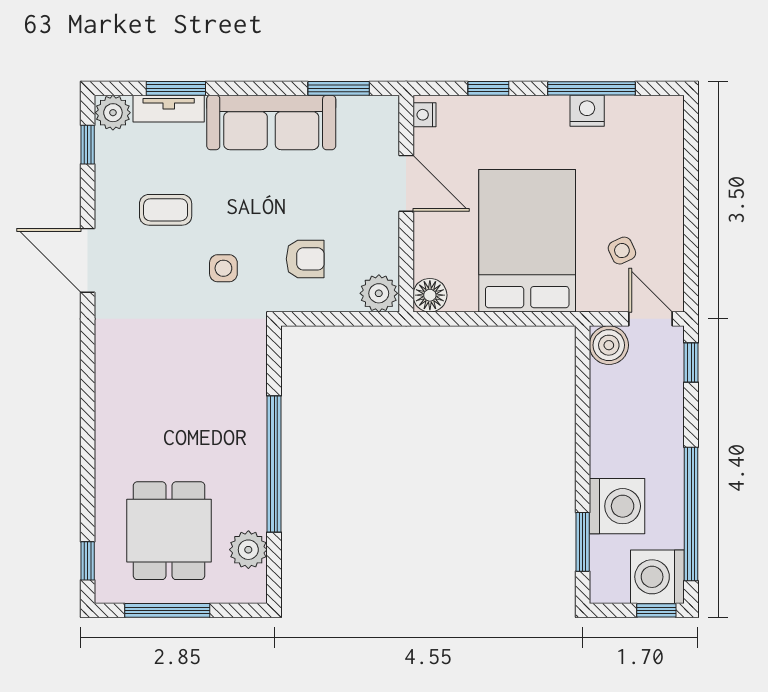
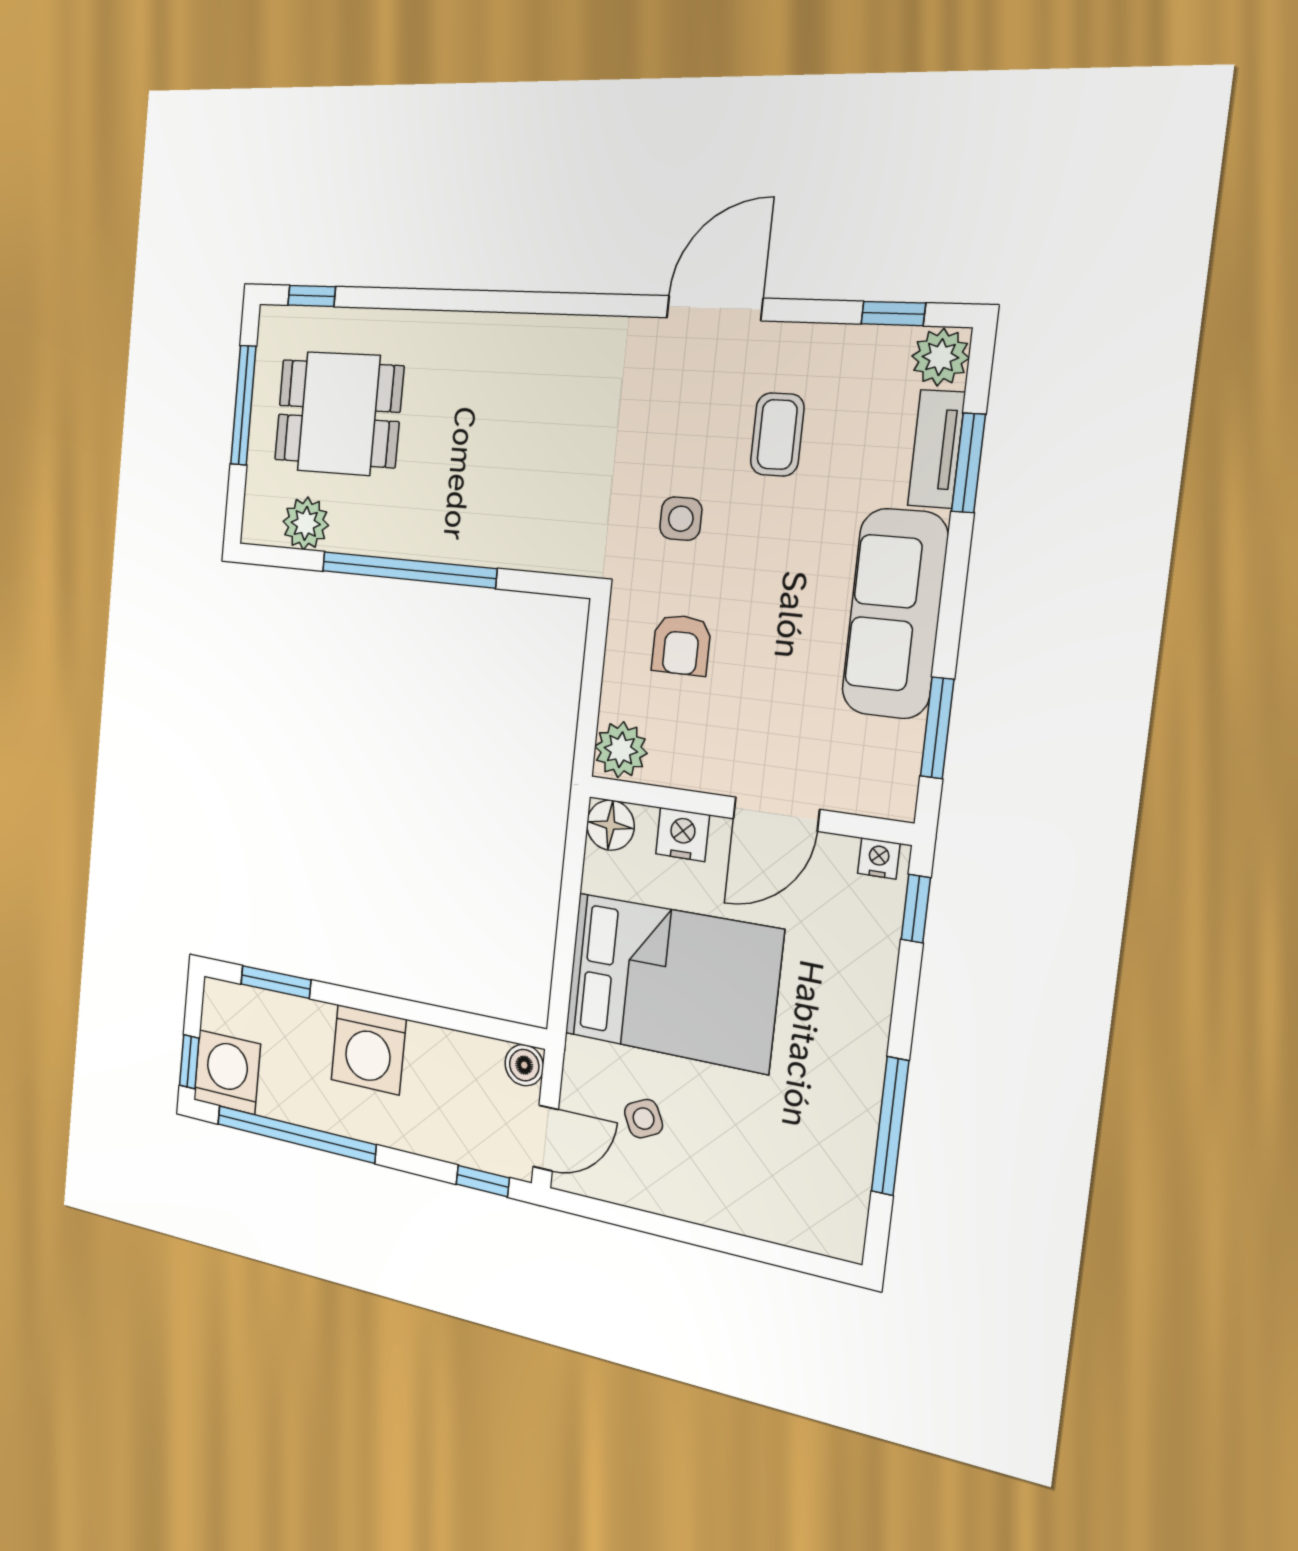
window: (488, 88) -> (916, 909), moved
nightstand: (587, 111) -> (683, 834), moved, turned -90
boiler: (609, 345) -> (524, 1065), width x0.73, depth x0.73
washing machine: (617, 506) -> (368, 1050), moved

